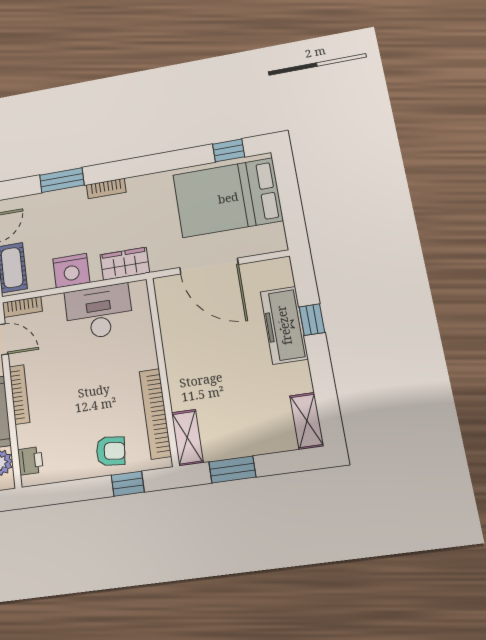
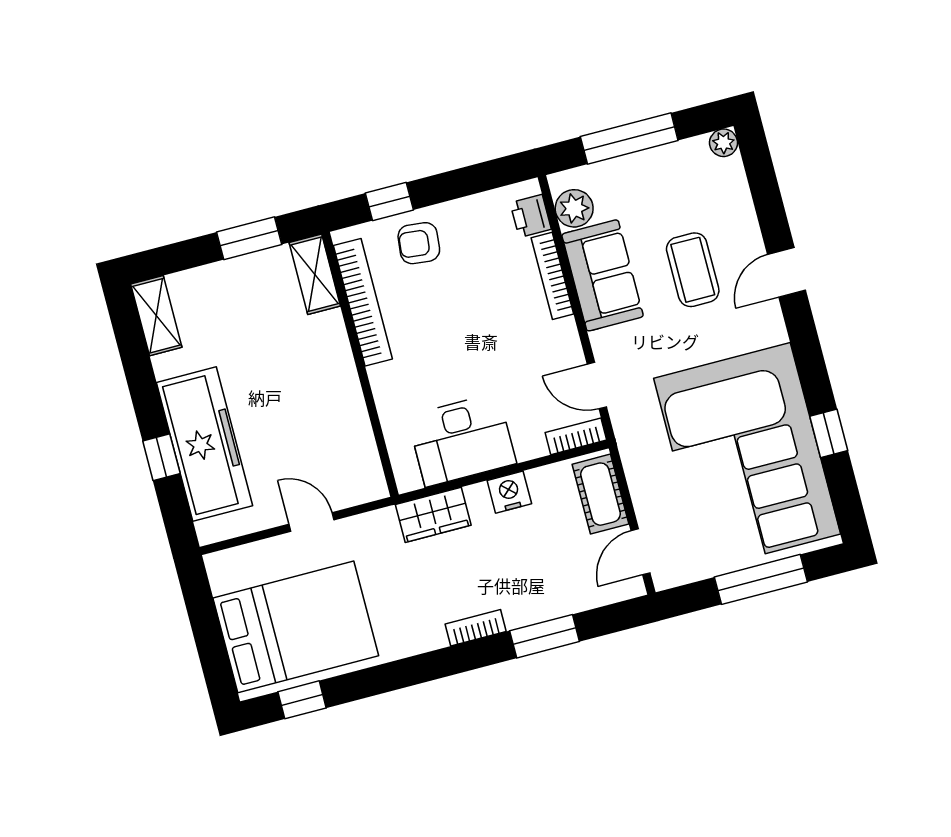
door: (209, 266) -> (312, 522), width x0.53
nightstand: (71, 271) -> (509, 492), width x0.74, depth x0.75
freezer: (284, 325) -> (205, 444), width x1.36, depth x1.26
bookcase: (19, 394) -> (552, 276), moved

